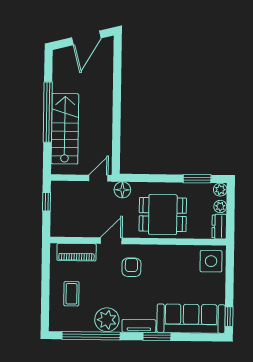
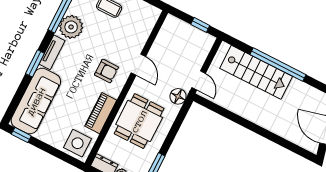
piano: (77, 252) -> (101, 113), moved

